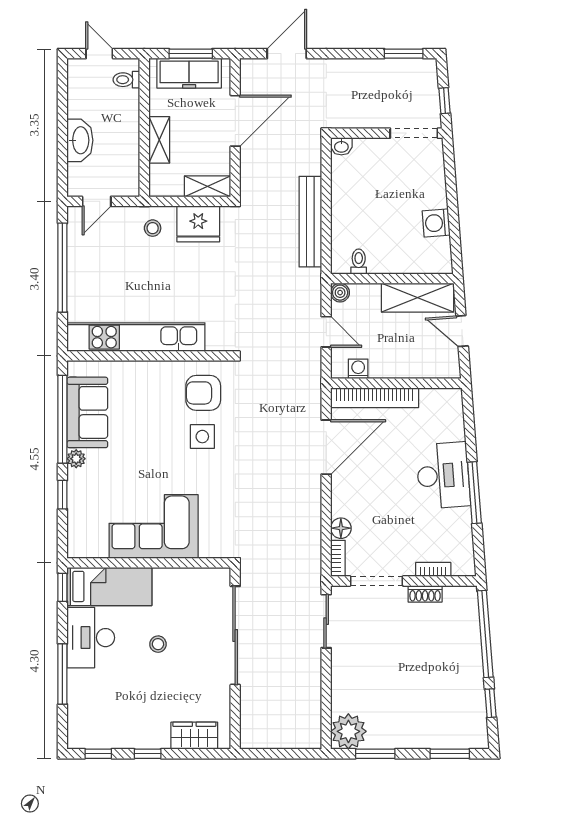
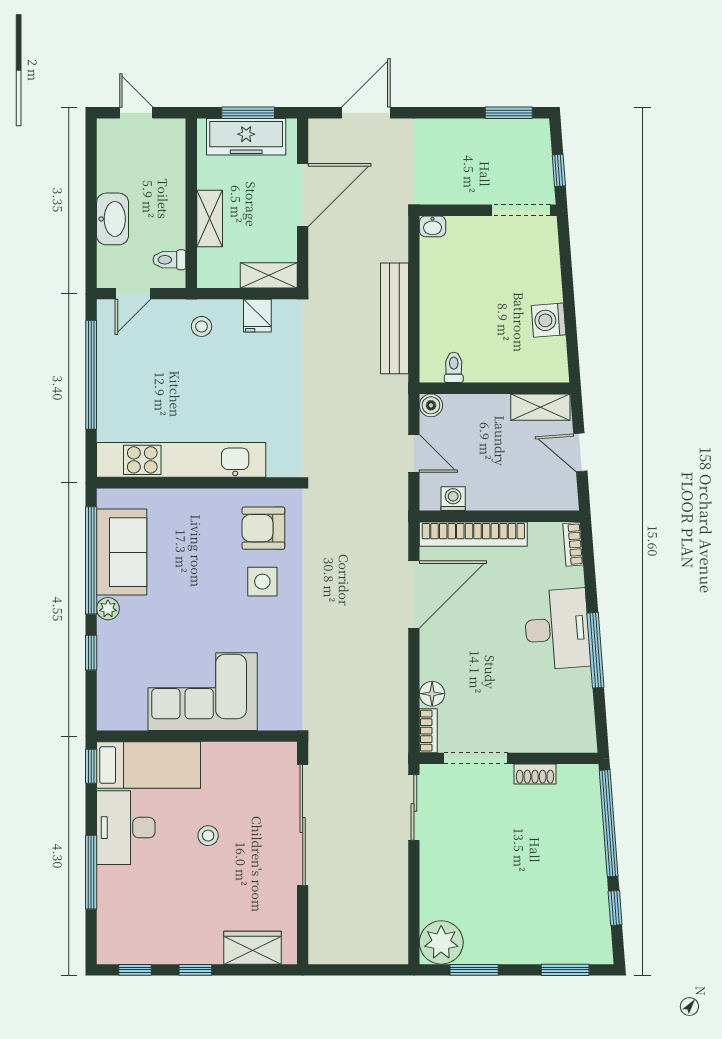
toilet: (126, 80) -> (169, 260), moved
fridge: (198, 224) -> (257, 316), width x0.53, depth x0.75
shelving: (417, 298) -> (540, 407), width x0.67, depth x0.75
bookcase: (433, 569) -> (573, 544), moved, turned -94

